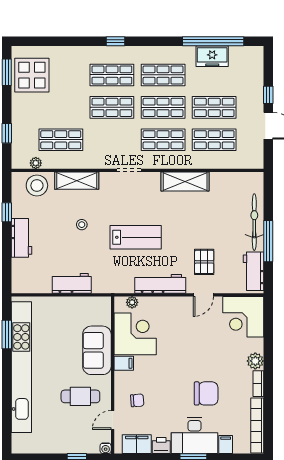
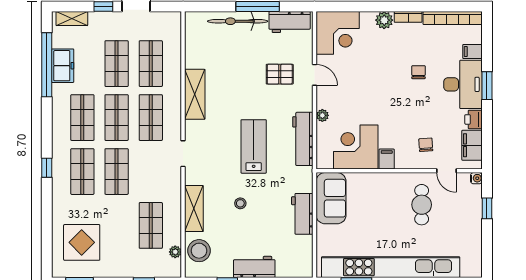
shelving: (257, 65) -> (72, 19), added
display table: (32, 75) -> (82, 242), moved
workbench: (160, 284) -> (303, 139), moved
plant: (132, 302) -> (322, 115), moved
sofa: (97, 350) -> (331, 198), moved, turned -90
chair: (206, 393) -> (418, 72), width x0.54, depth x0.54

